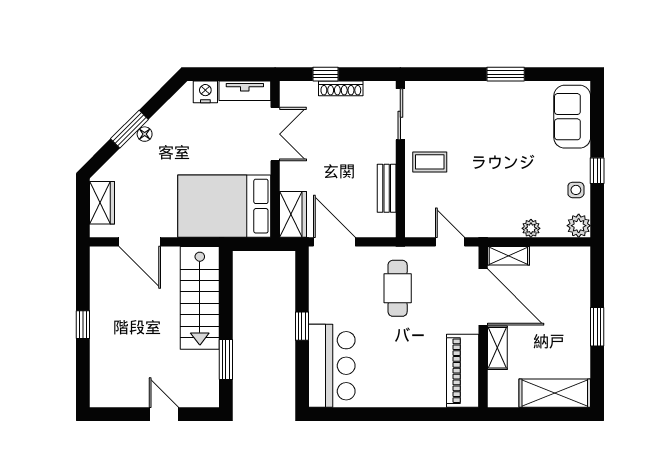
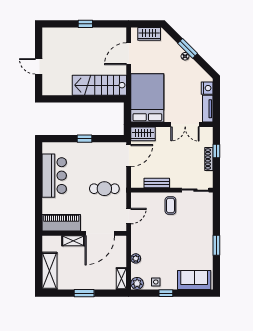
shelving: (508, 256) -> (121, 279), moved
window: (226, 359) -> (67, 99), removed
bar counter: (332, 366) -> (54, 176), moved, turned -90
door: (164, 414) -> (39, 66), swing flipped

